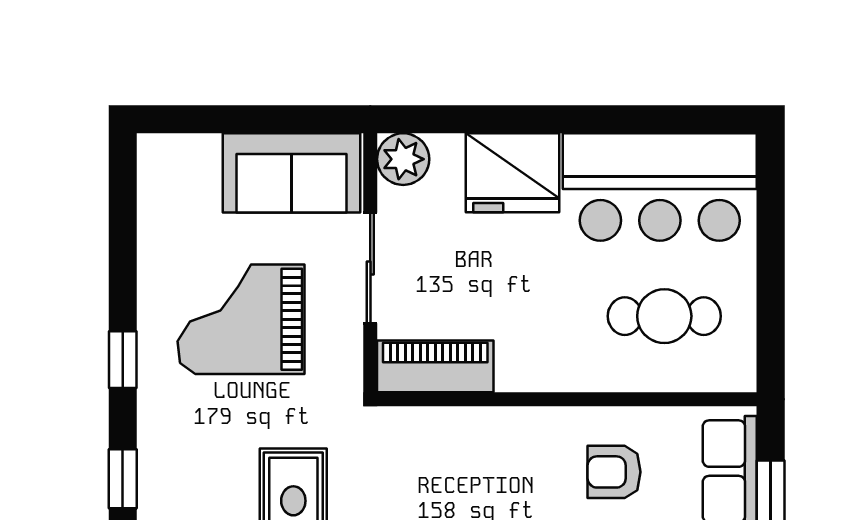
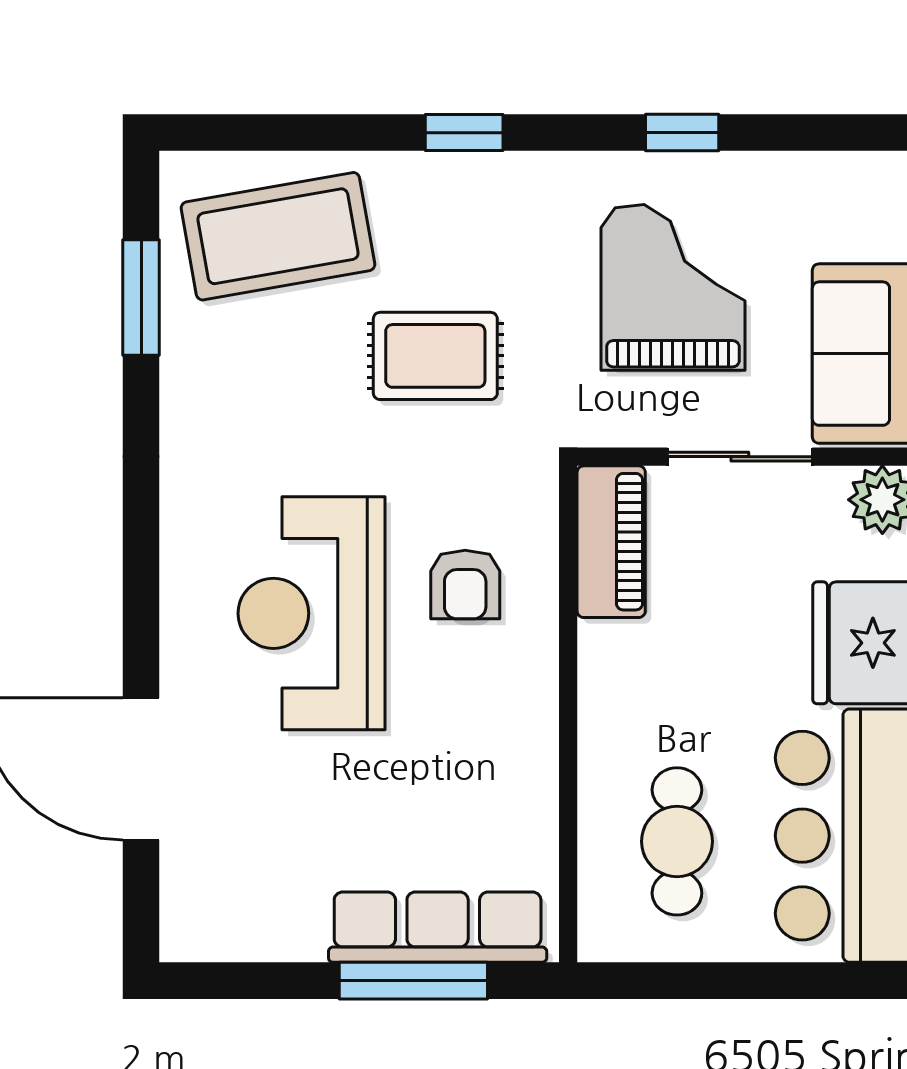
window: (123, 360) -> (682, 133), moved
armchair: (614, 472) -> (465, 585), moved, turned 180

